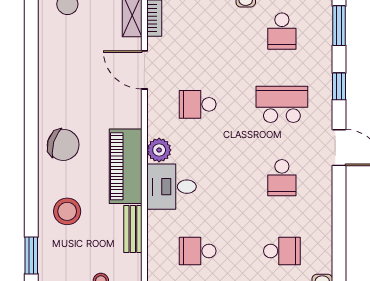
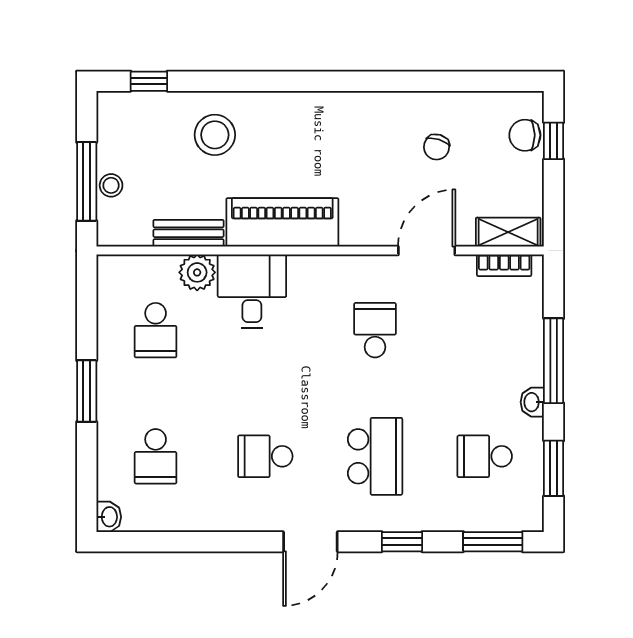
chair: (63, 145) -> (437, 147), moved, width x0.54, depth x0.54
plant: (159, 150) -> (197, 272), moved
school desk: (198, 251) -> (156, 330), turned 180
window: (31, 255) -> (149, 81), width x0.67

